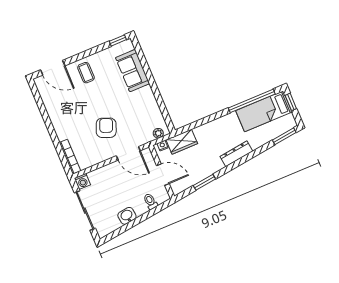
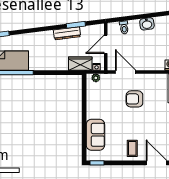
armchair: (106, 128) -> (134, 99), turned 68
dresser: (236, 154) -> (67, 33), moved
door: (163, 175) -> (106, 44), hinge flipped

